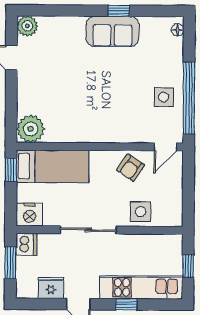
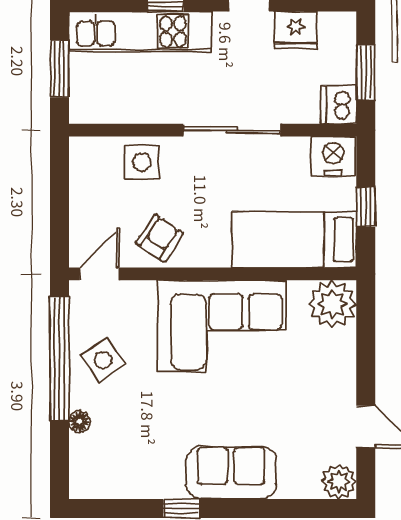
floor lamp: (178, 30) -> (80, 422), moved
sofa: (112, 31) -> (231, 473), moved
side table: (164, 97) -> (103, 360), turned -35
corner sofa: (95, 116) -> (222, 326), added
window: (11, 170) -> (366, 207), moved
window: (188, 266) -> (59, 69), width x1.50

